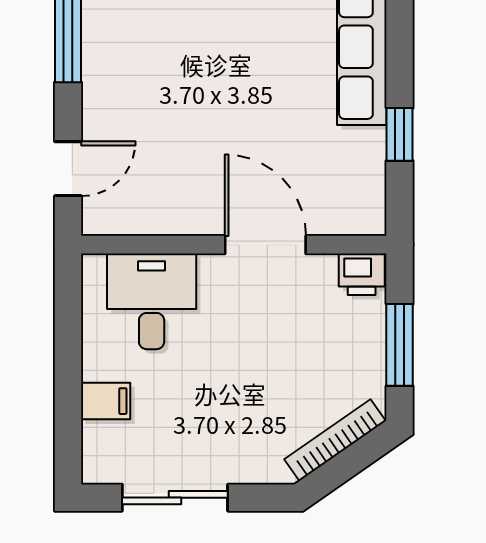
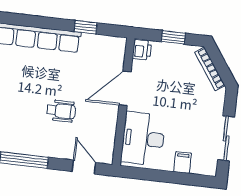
wheelchair: (195, 99) -> (61, 111), added
desk: (152, 301) -> (143, 139), width x1.37
window: (400, 345) -> (173, 37), width x0.67

